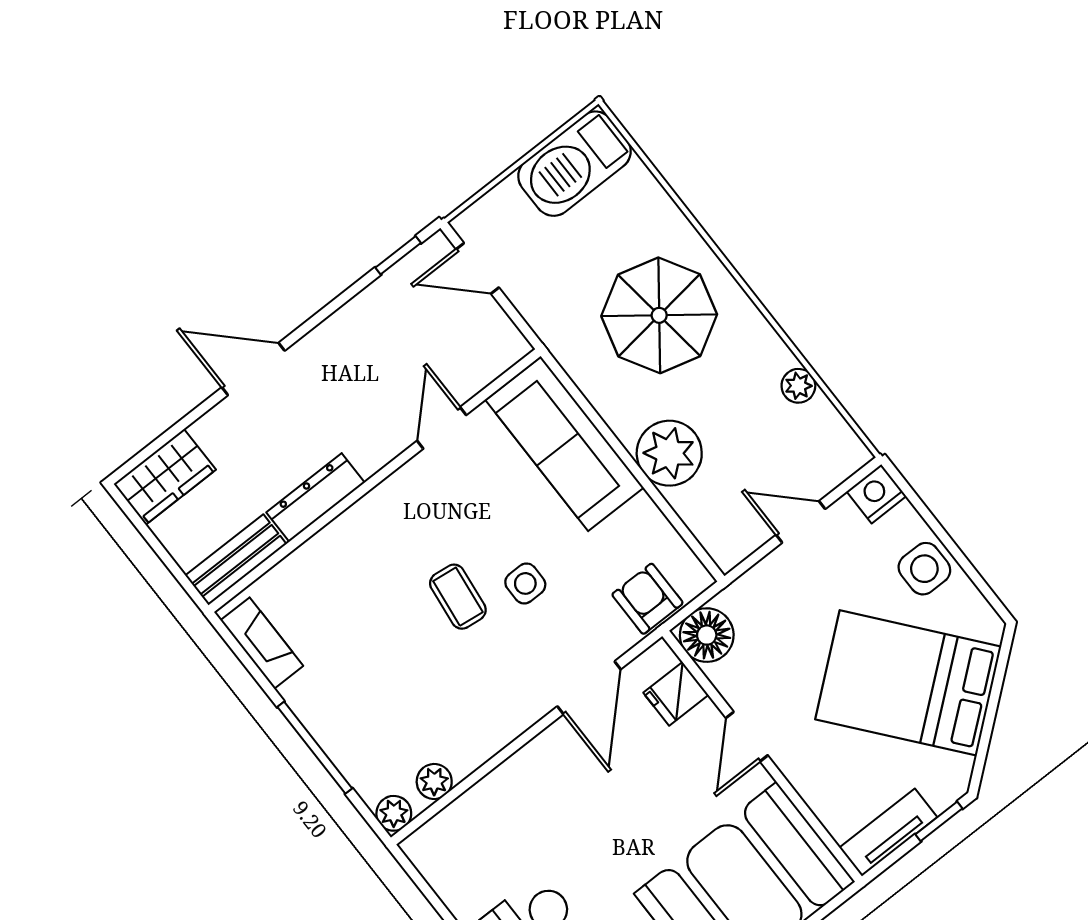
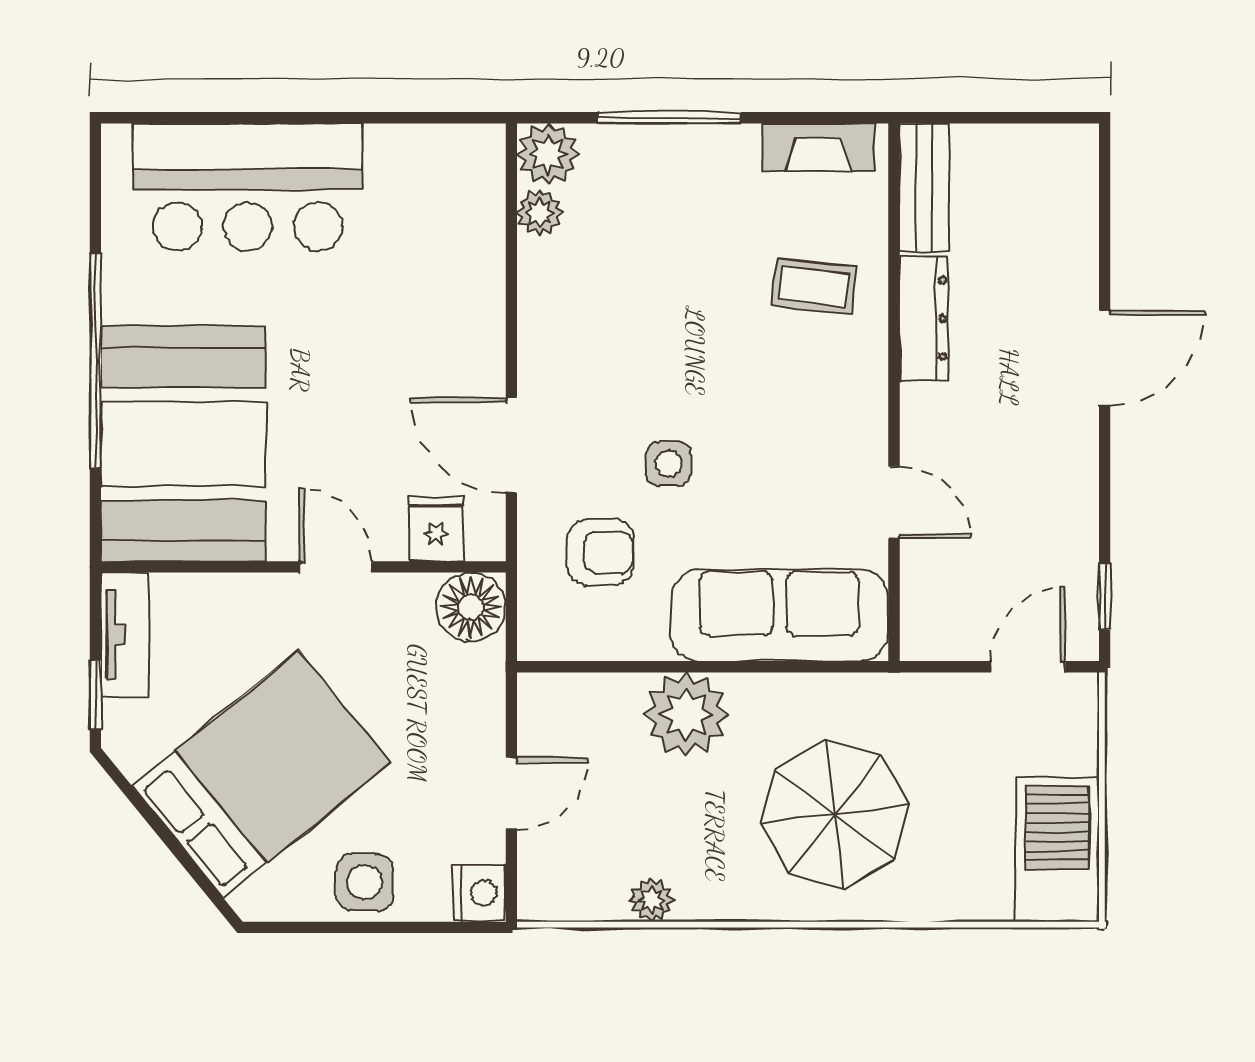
wardrobe: (165, 477) -> (1066, 181), removed
coffee table: (458, 597) -> (814, 286), moved
armchair: (647, 599) -> (600, 552), moved
plant: (394, 813) -> (548, 154), width x1.38, depth x1.38

